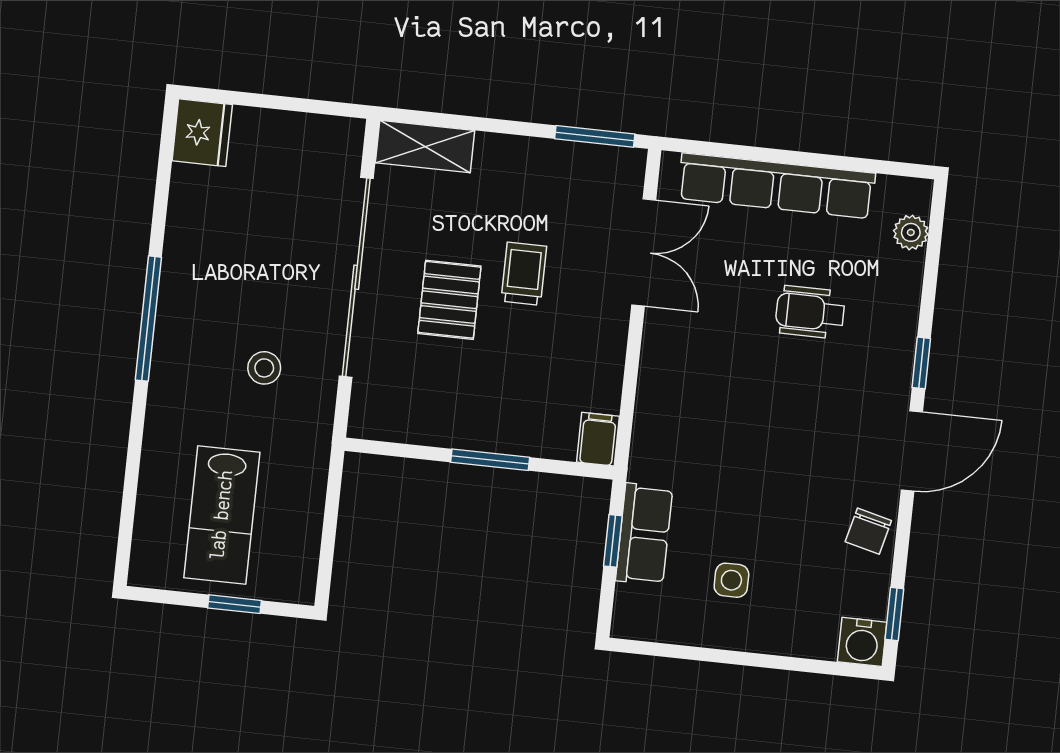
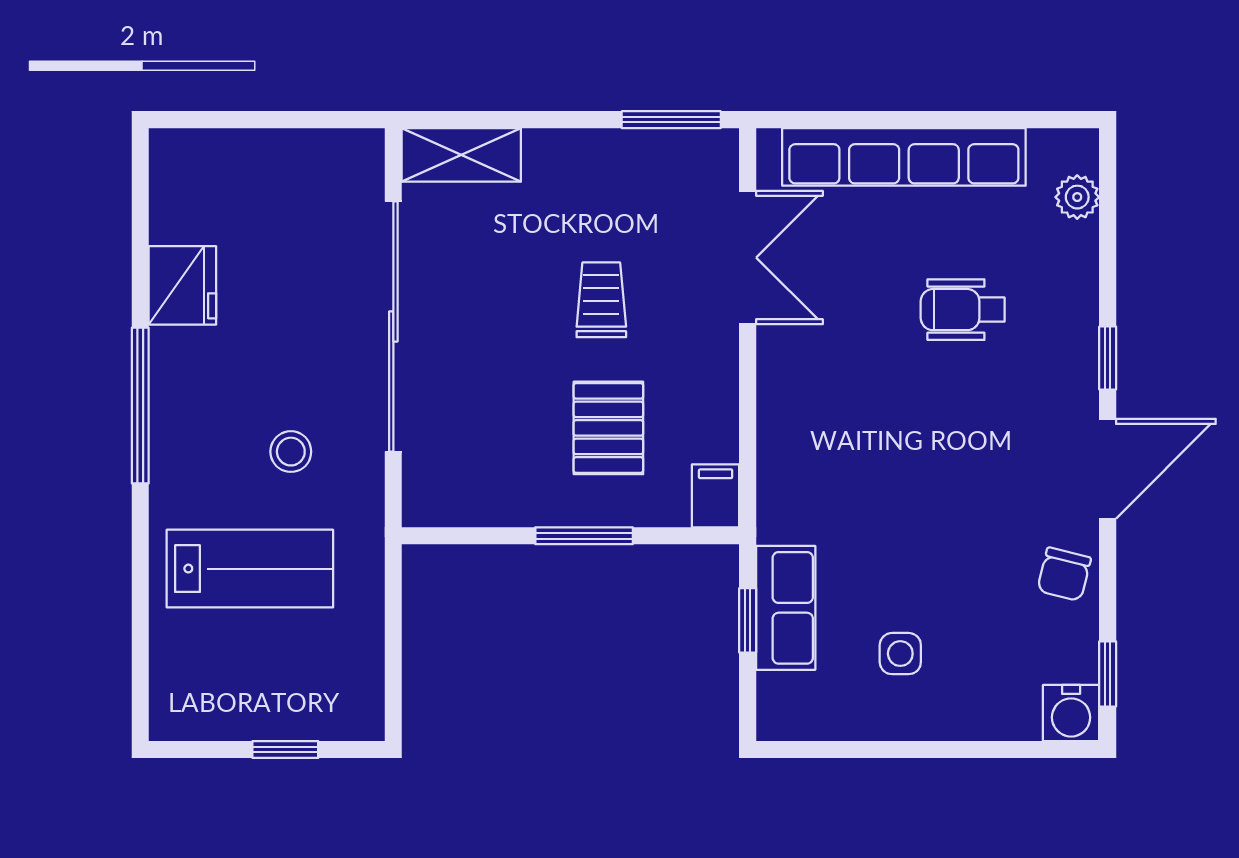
fridge: (202, 133) -> (182, 285), moved
pallet: (449, 300) -> (608, 428), moved
lab bench: (222, 515) -> (250, 569), moved, turned -90

